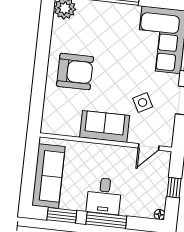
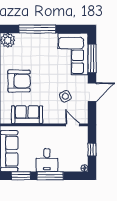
sofa: (105, 126) -> (27, 115), moved
door: (149, 147) -> (72, 125), swing flipped

